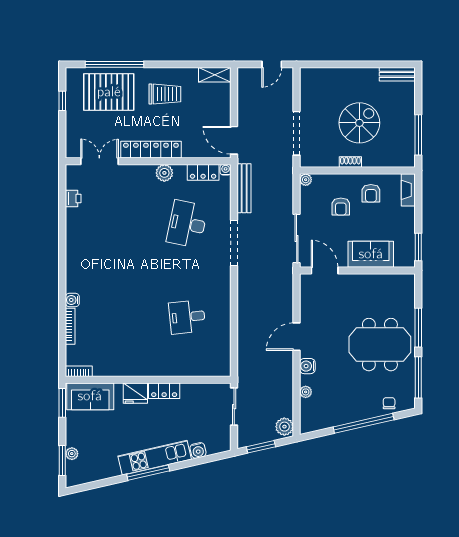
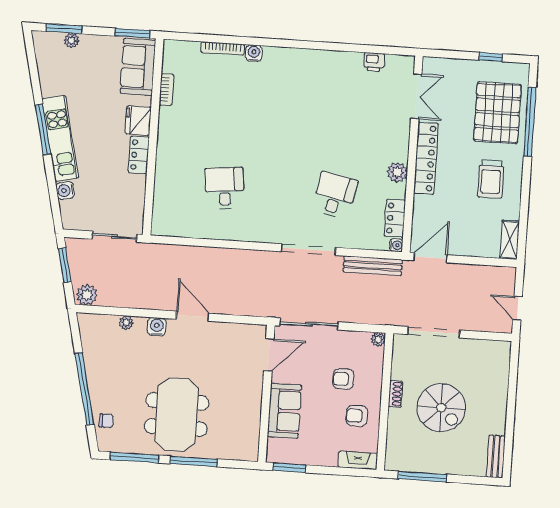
desk: (187, 224) -> (335, 195), width x0.73
bookcase: (79, 371) -> (166, 90), moved

